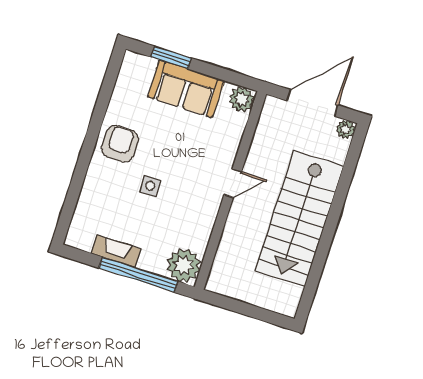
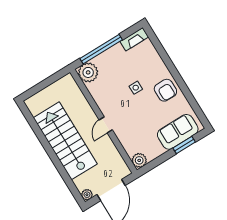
sofa: (186, 89) -> (178, 132), moved
fireplace: (116, 251) -> (134, 39), moved

